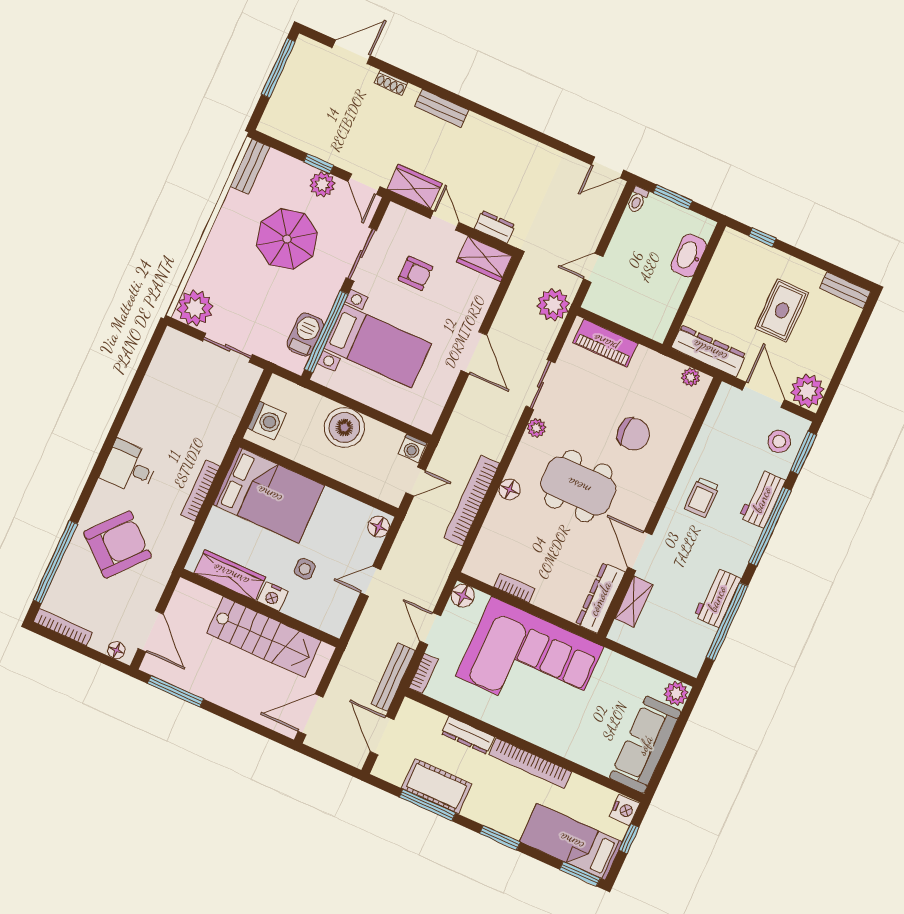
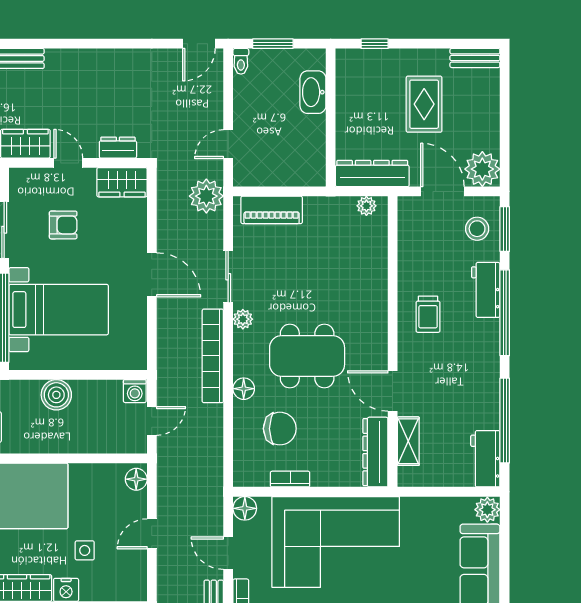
boiler: (344, 428) -> (56, 395), width x0.73, depth x0.73
chair: (633, 434) -> (280, 429), moved
bookcase: (472, 501) -> (213, 356), moved
workbench: (717, 598) -> (485, 459), moved

